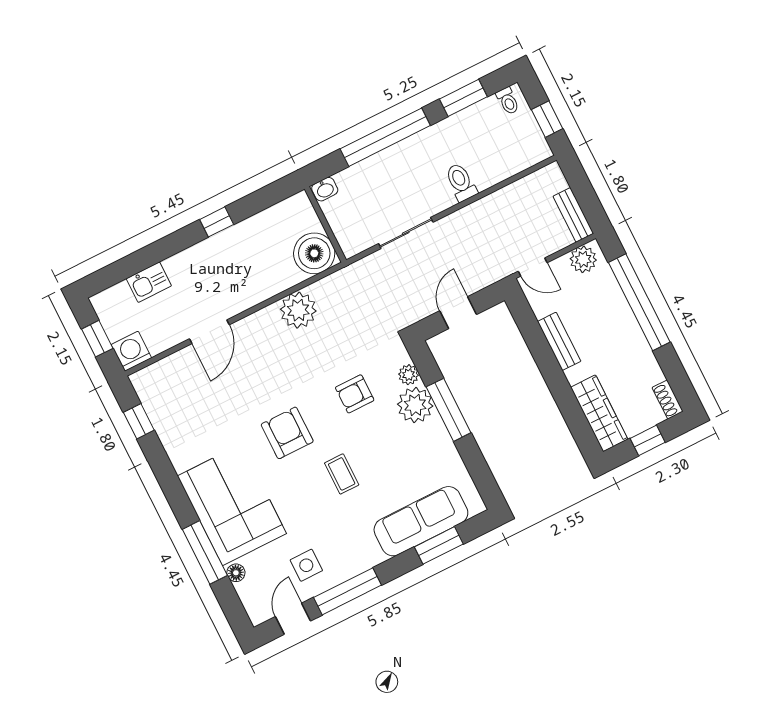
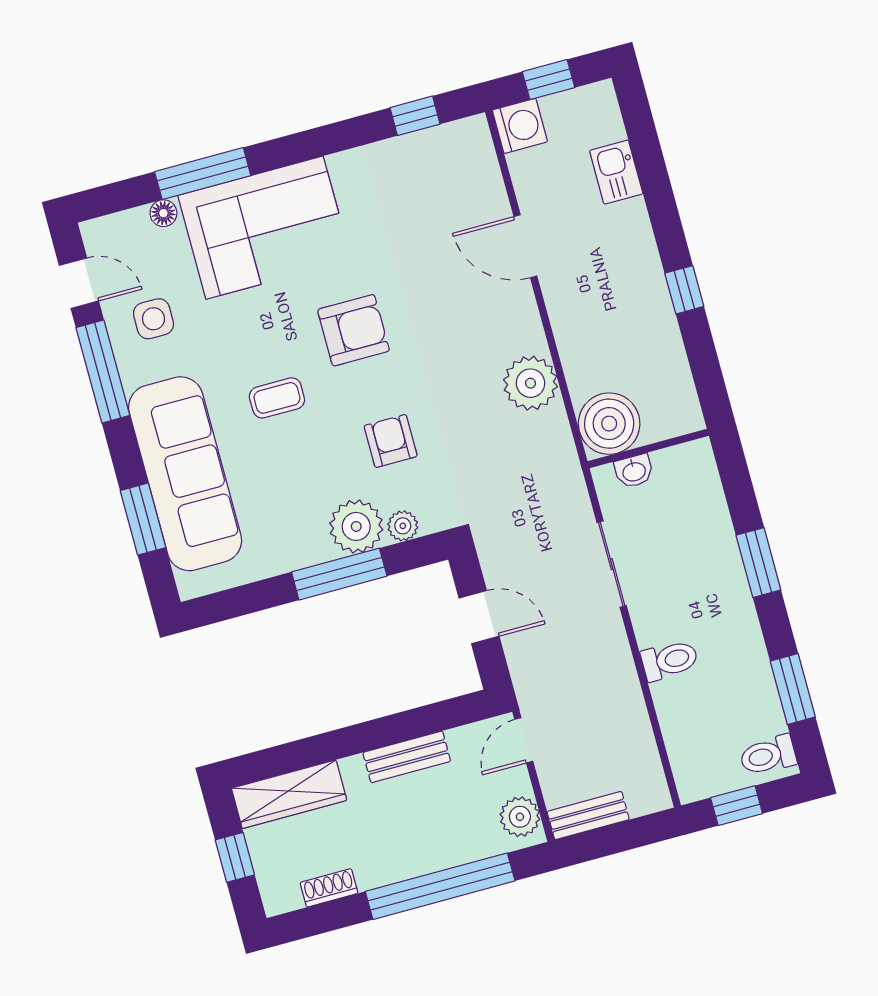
toilet: (508, 101) -> (768, 755), width x1.37, depth x1.39
window: (385, 137) -> (758, 563), width x0.47
washbasin: (325, 189) -> (634, 471), moved, turned -90
shoe rack: (668, 400) -> (329, 888), moved
sofa: (421, 521) -> (185, 474), width x1.36, depth x1.27

